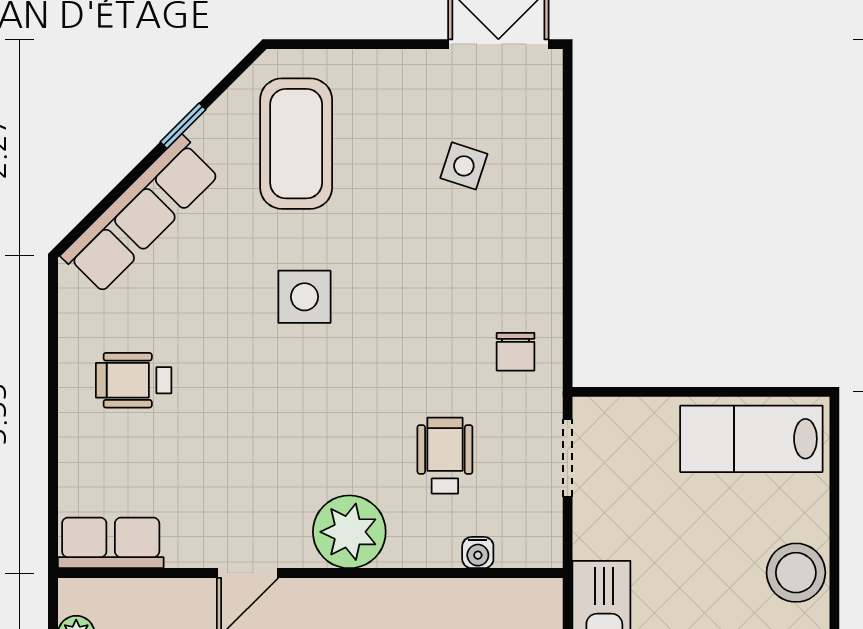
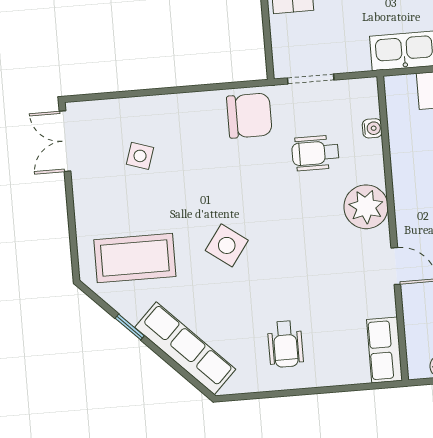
side table: (304, 297) -> (227, 245), turned 36
chair: (516, 352) -> (249, 116), width x1.87, depth x1.87

